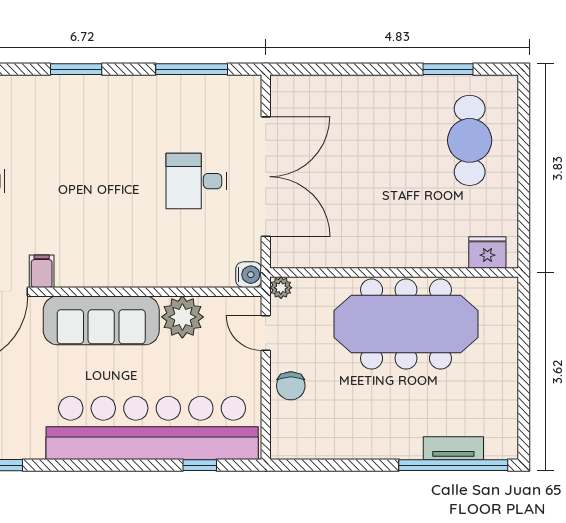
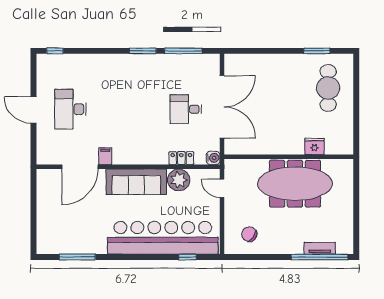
window: (76, 69) -> (143, 51), moved
fridge: (487, 253) -> (314, 146), moved
locker: (188, 275) -> (181, 158), added
plant: (281, 288) -> (230, 165), removed
chair: (291, 386) -> (249, 234), moved, turned 125

